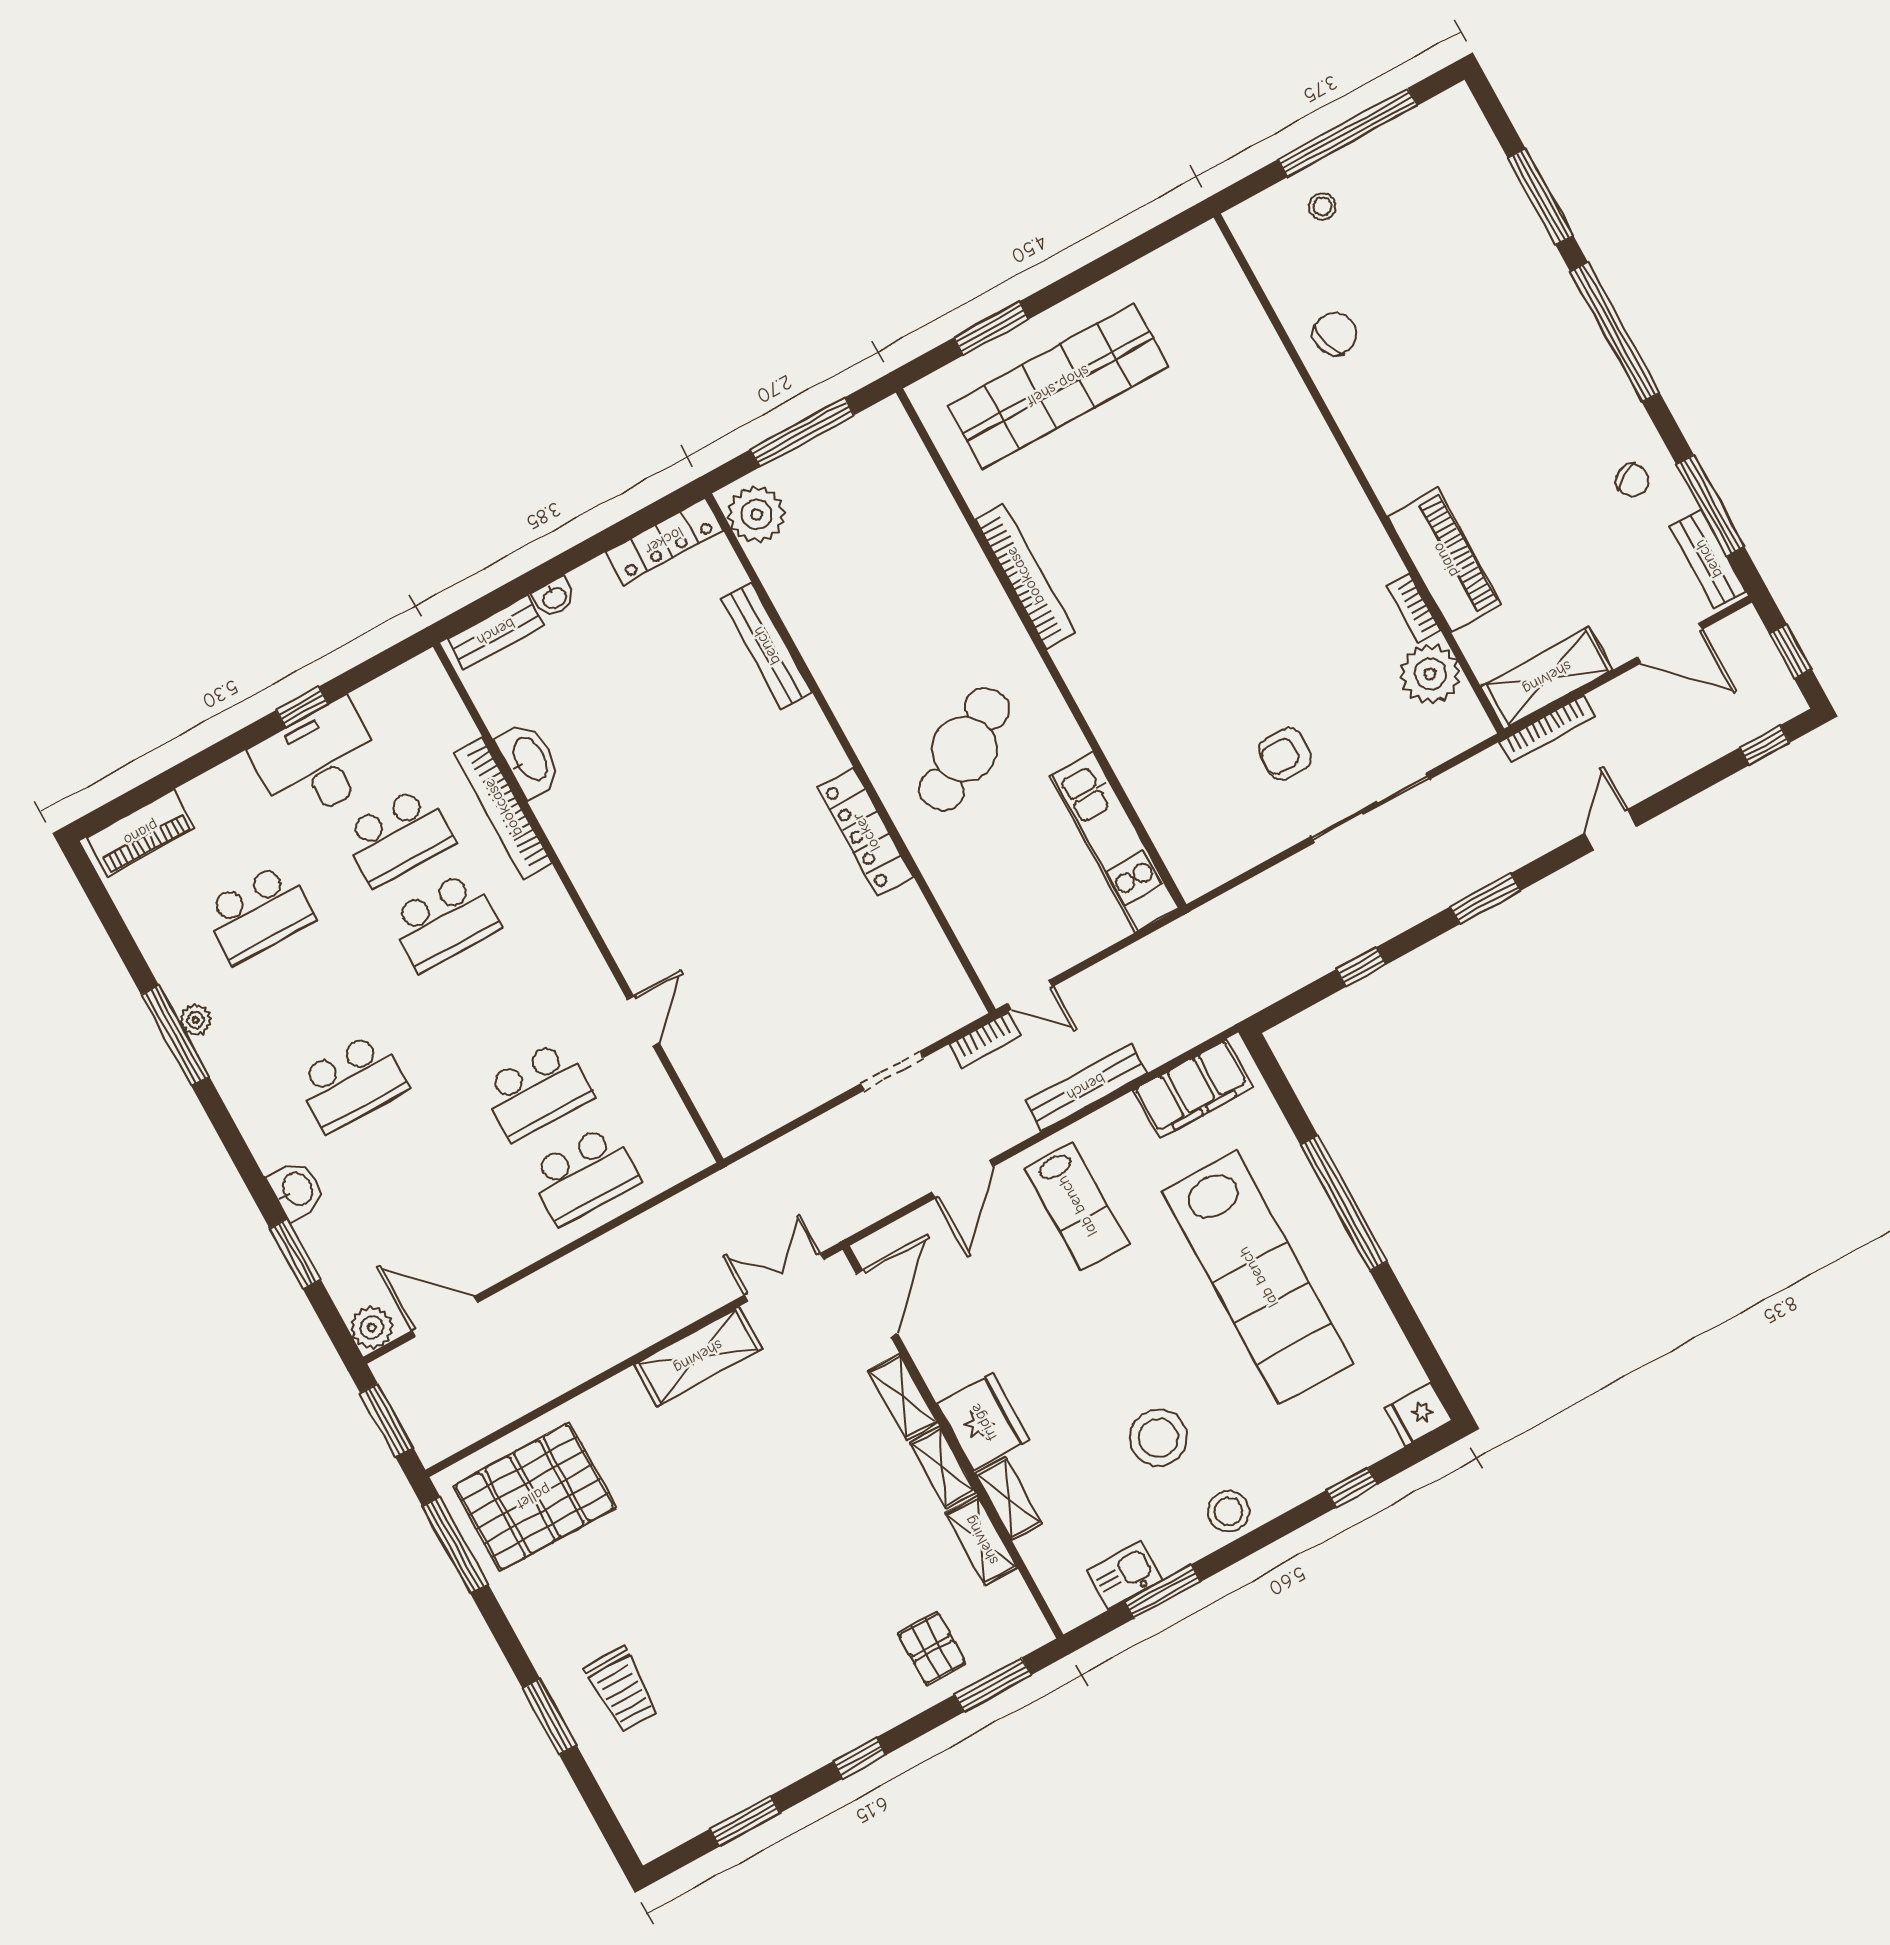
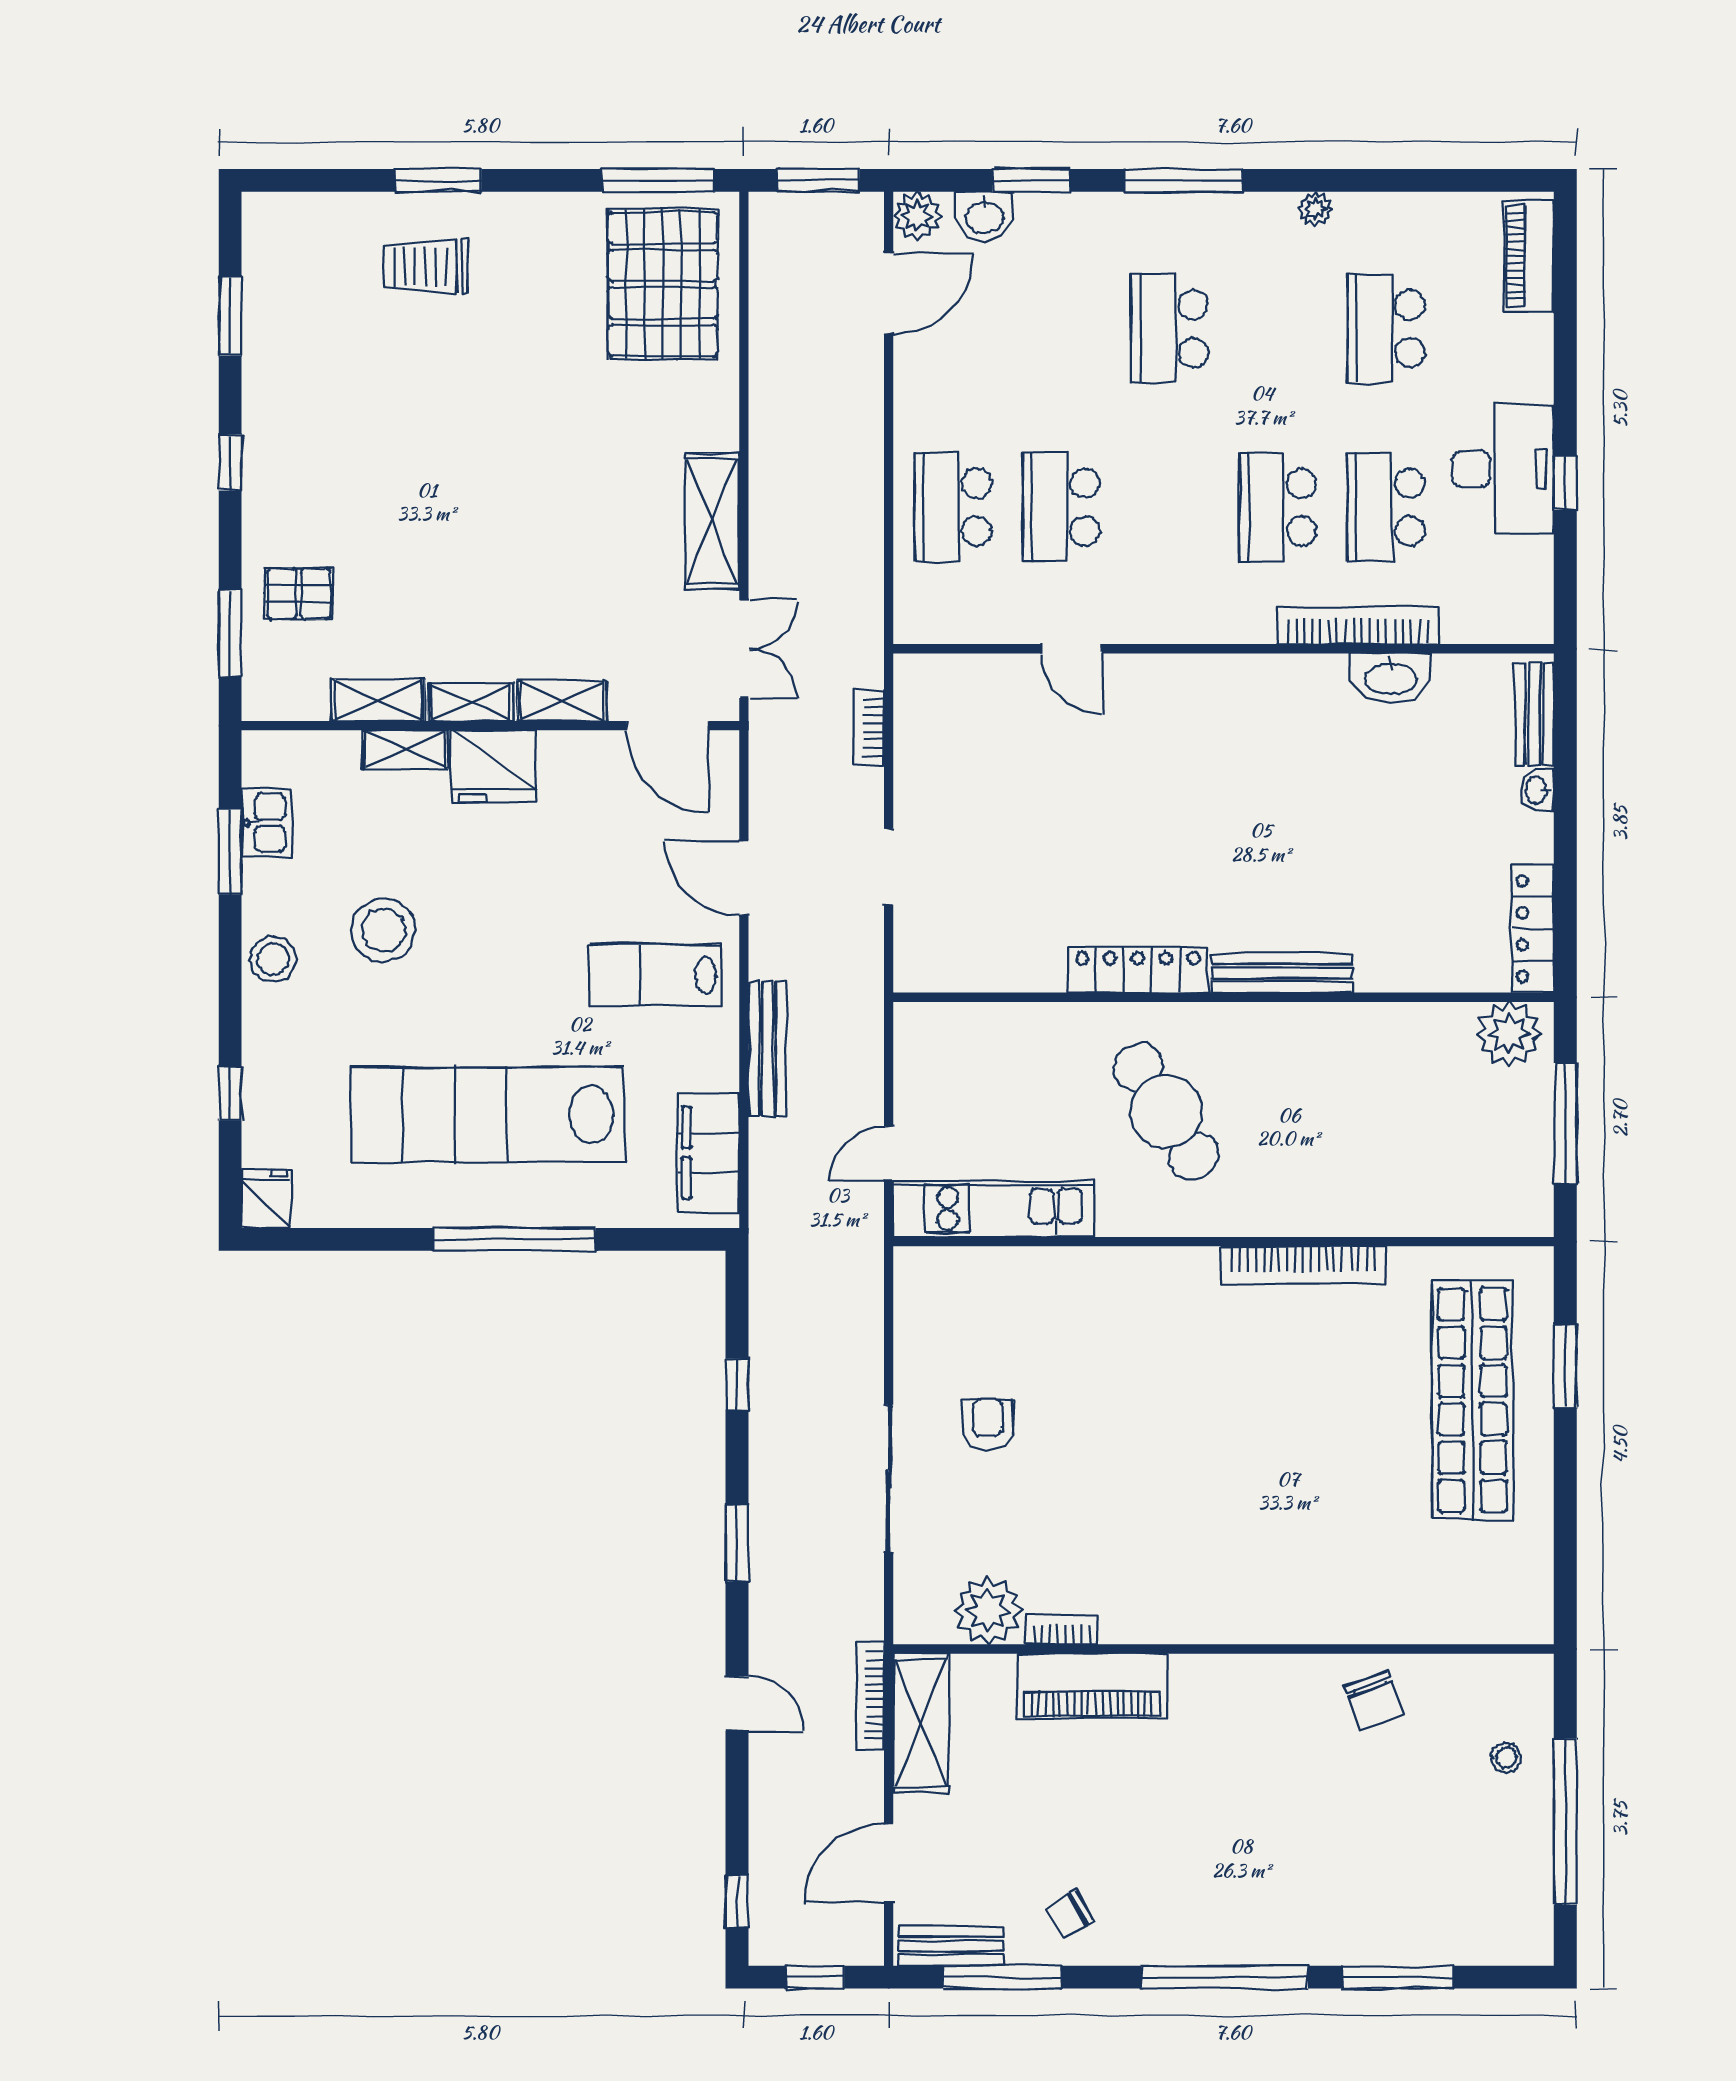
bench: (766, 646) -> (1282, 973), moved
door: (1030, 995) -> (889, 1153), moved
window: (175, 1035) -> (1183, 180), moved
bookcase: (985, 1040) -> (869, 728), moved
washbasin: (297, 1190) -> (985, 216), moved

